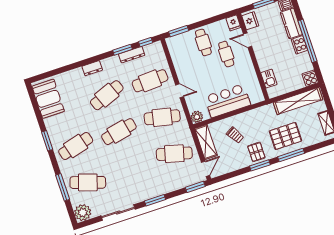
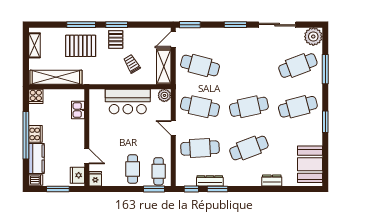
cafe table: (226, 54) -> (159, 171), moved
dresser: (92, 68) -> (272, 180), moved
cafe table: (88, 182) -> (298, 66), turned -39

